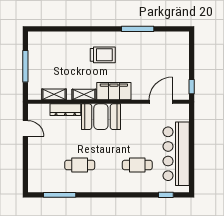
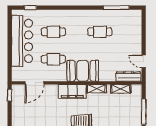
dresser: (65, 110) -> (128, 76), moved
cafe table: (137, 131) -> (53, 59), added

